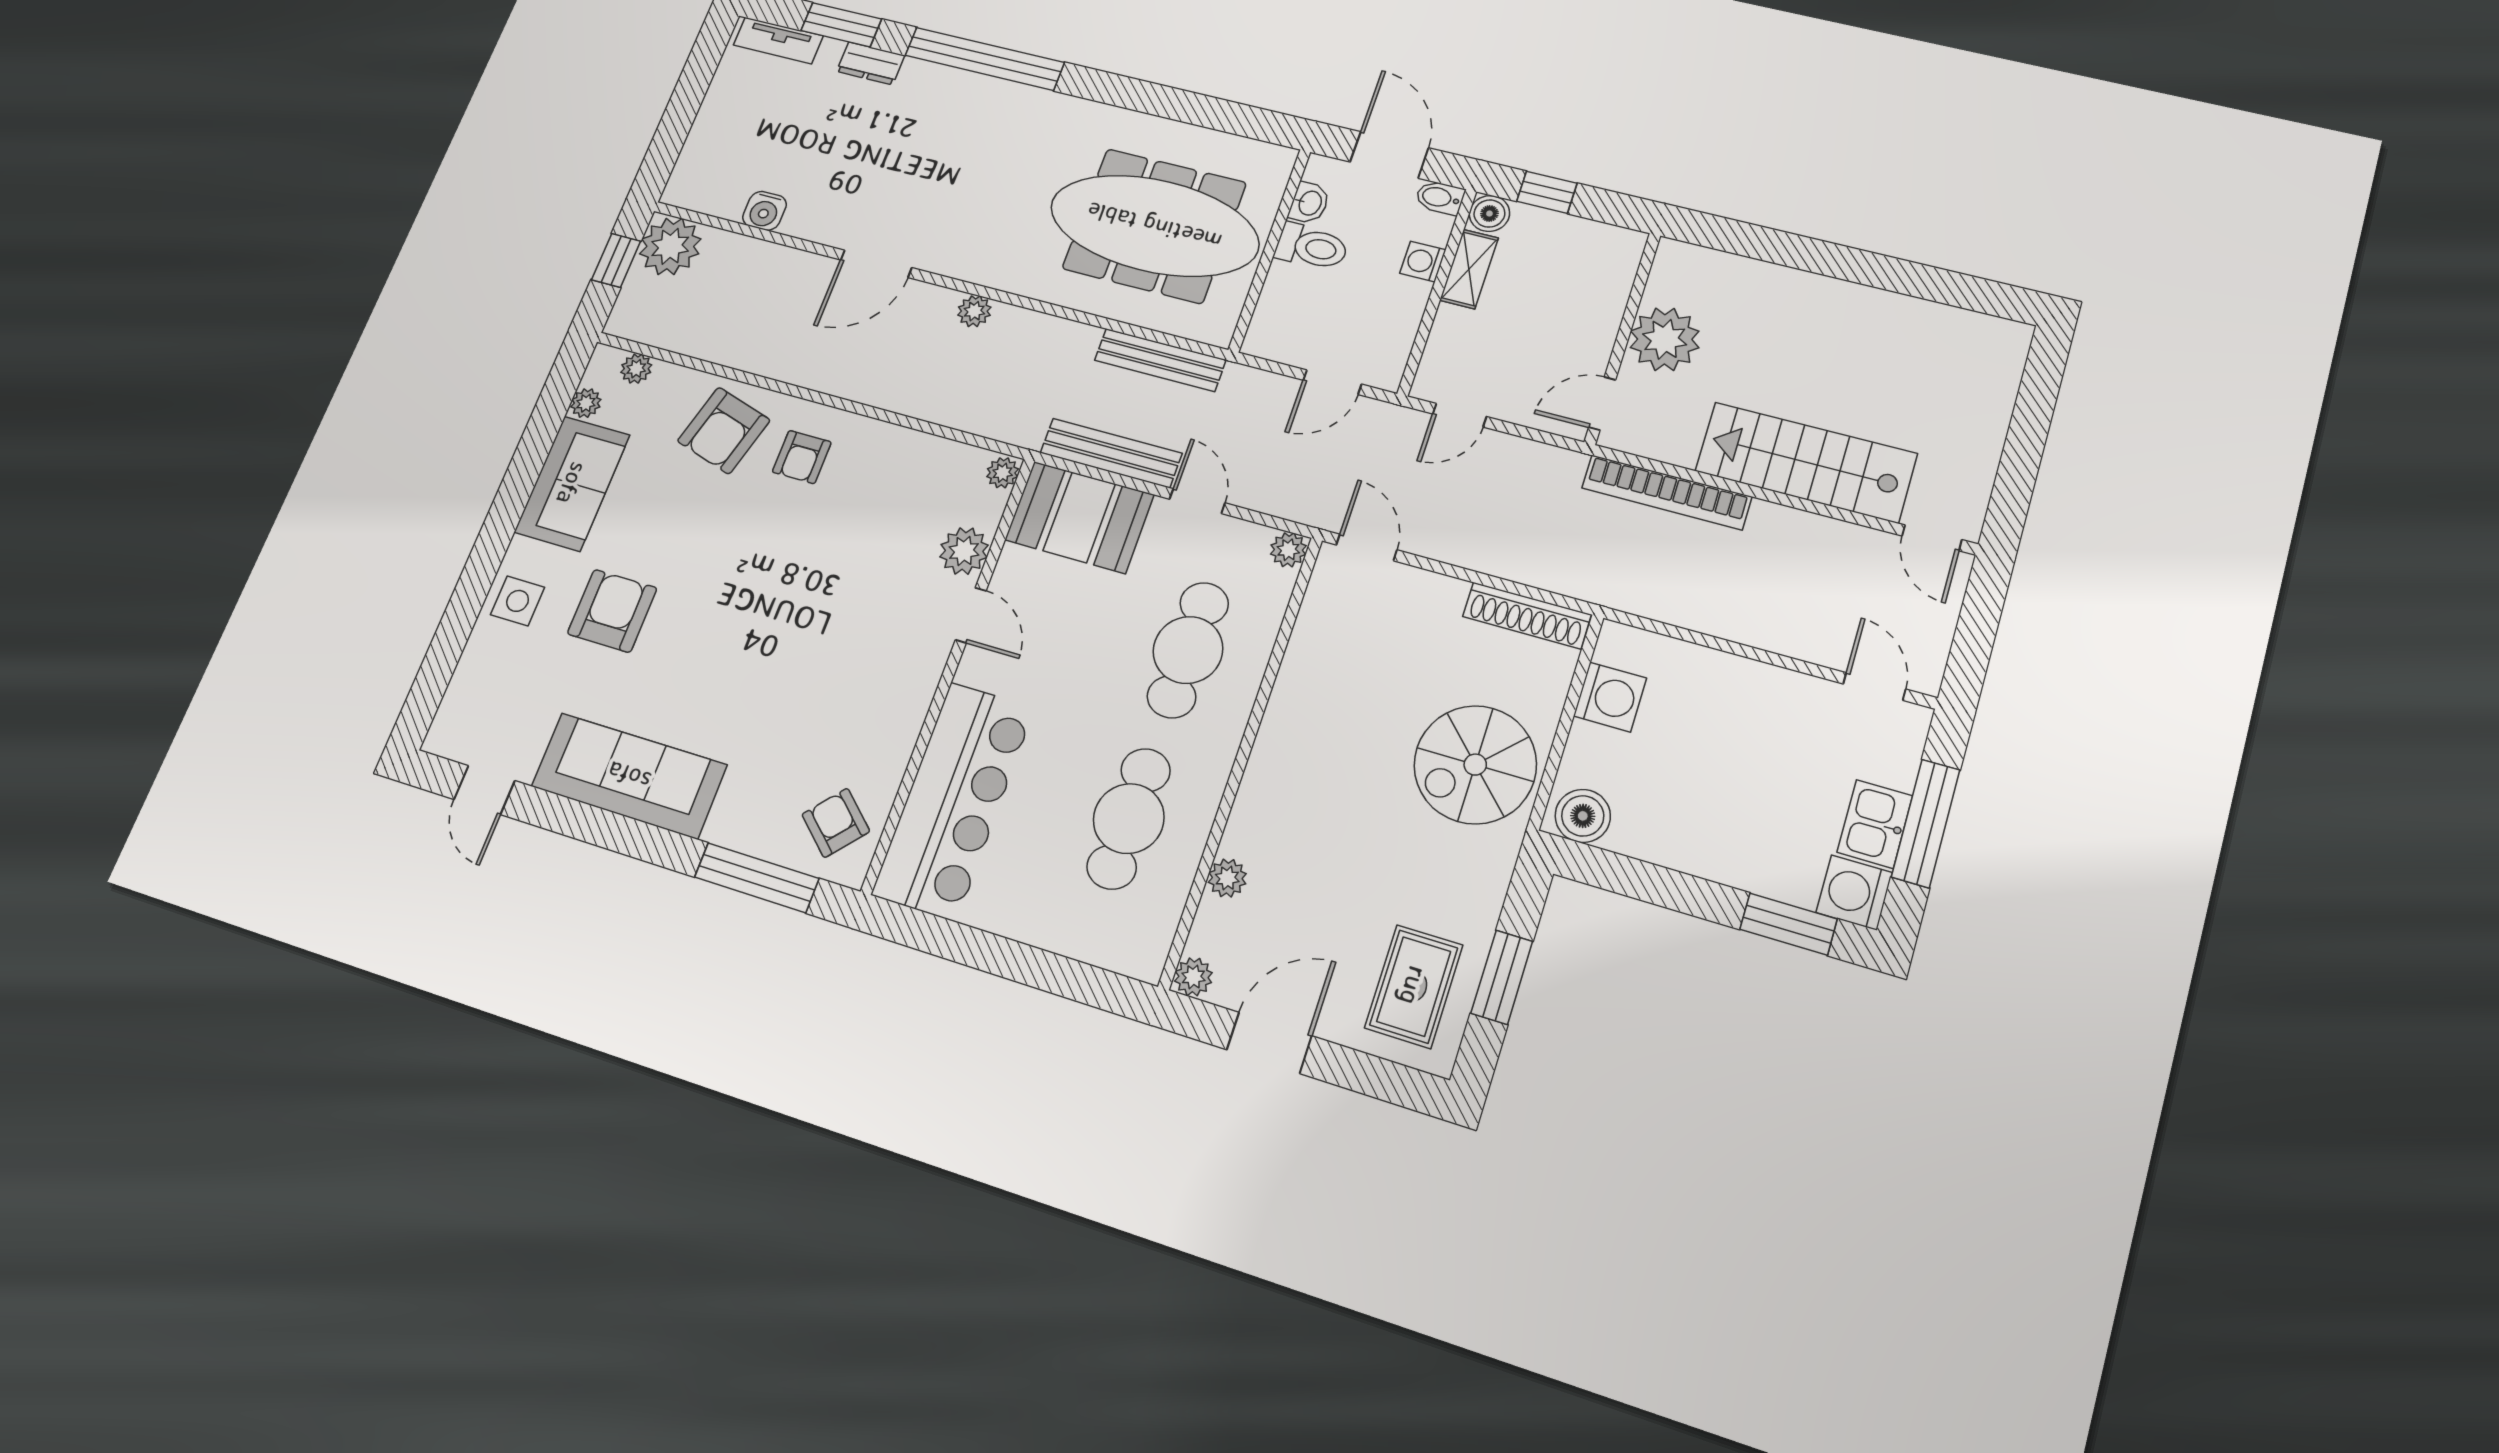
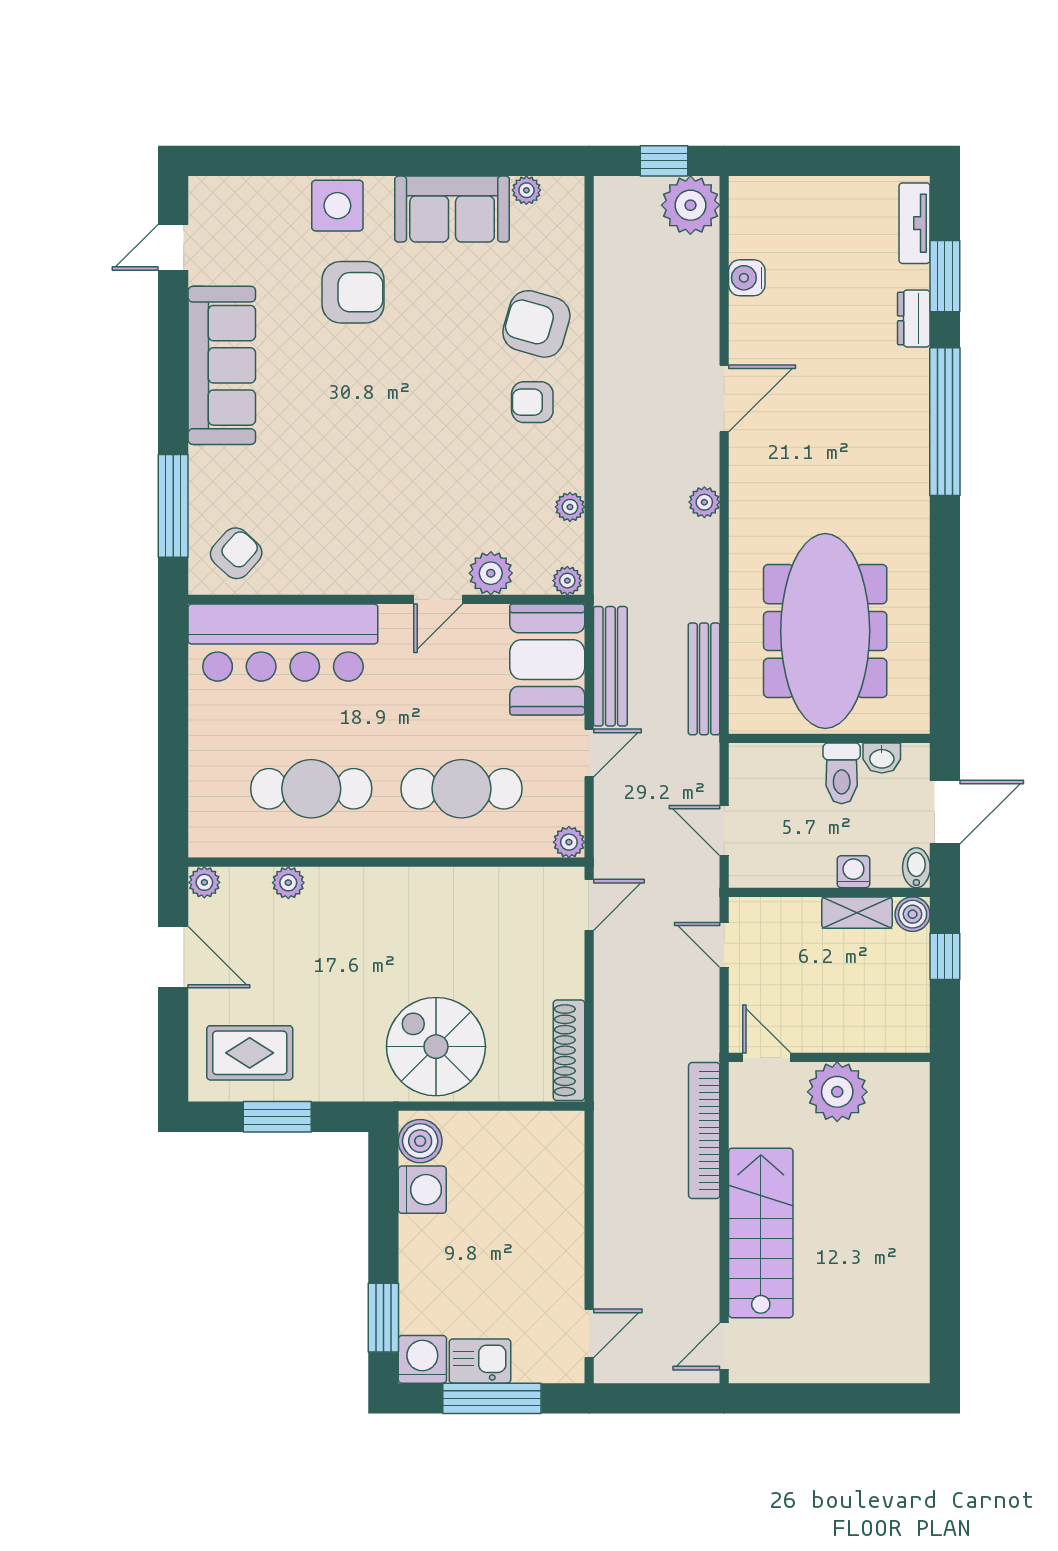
door: (876, 264) -> (724, 399), swing flipped
plant: (636, 369) -> (570, 507), moved
side table: (518, 601) -> (337, 206), width x1.37, depth x1.37
washing machine: (1610, 697) -> (422, 1190), moved, turned -90

